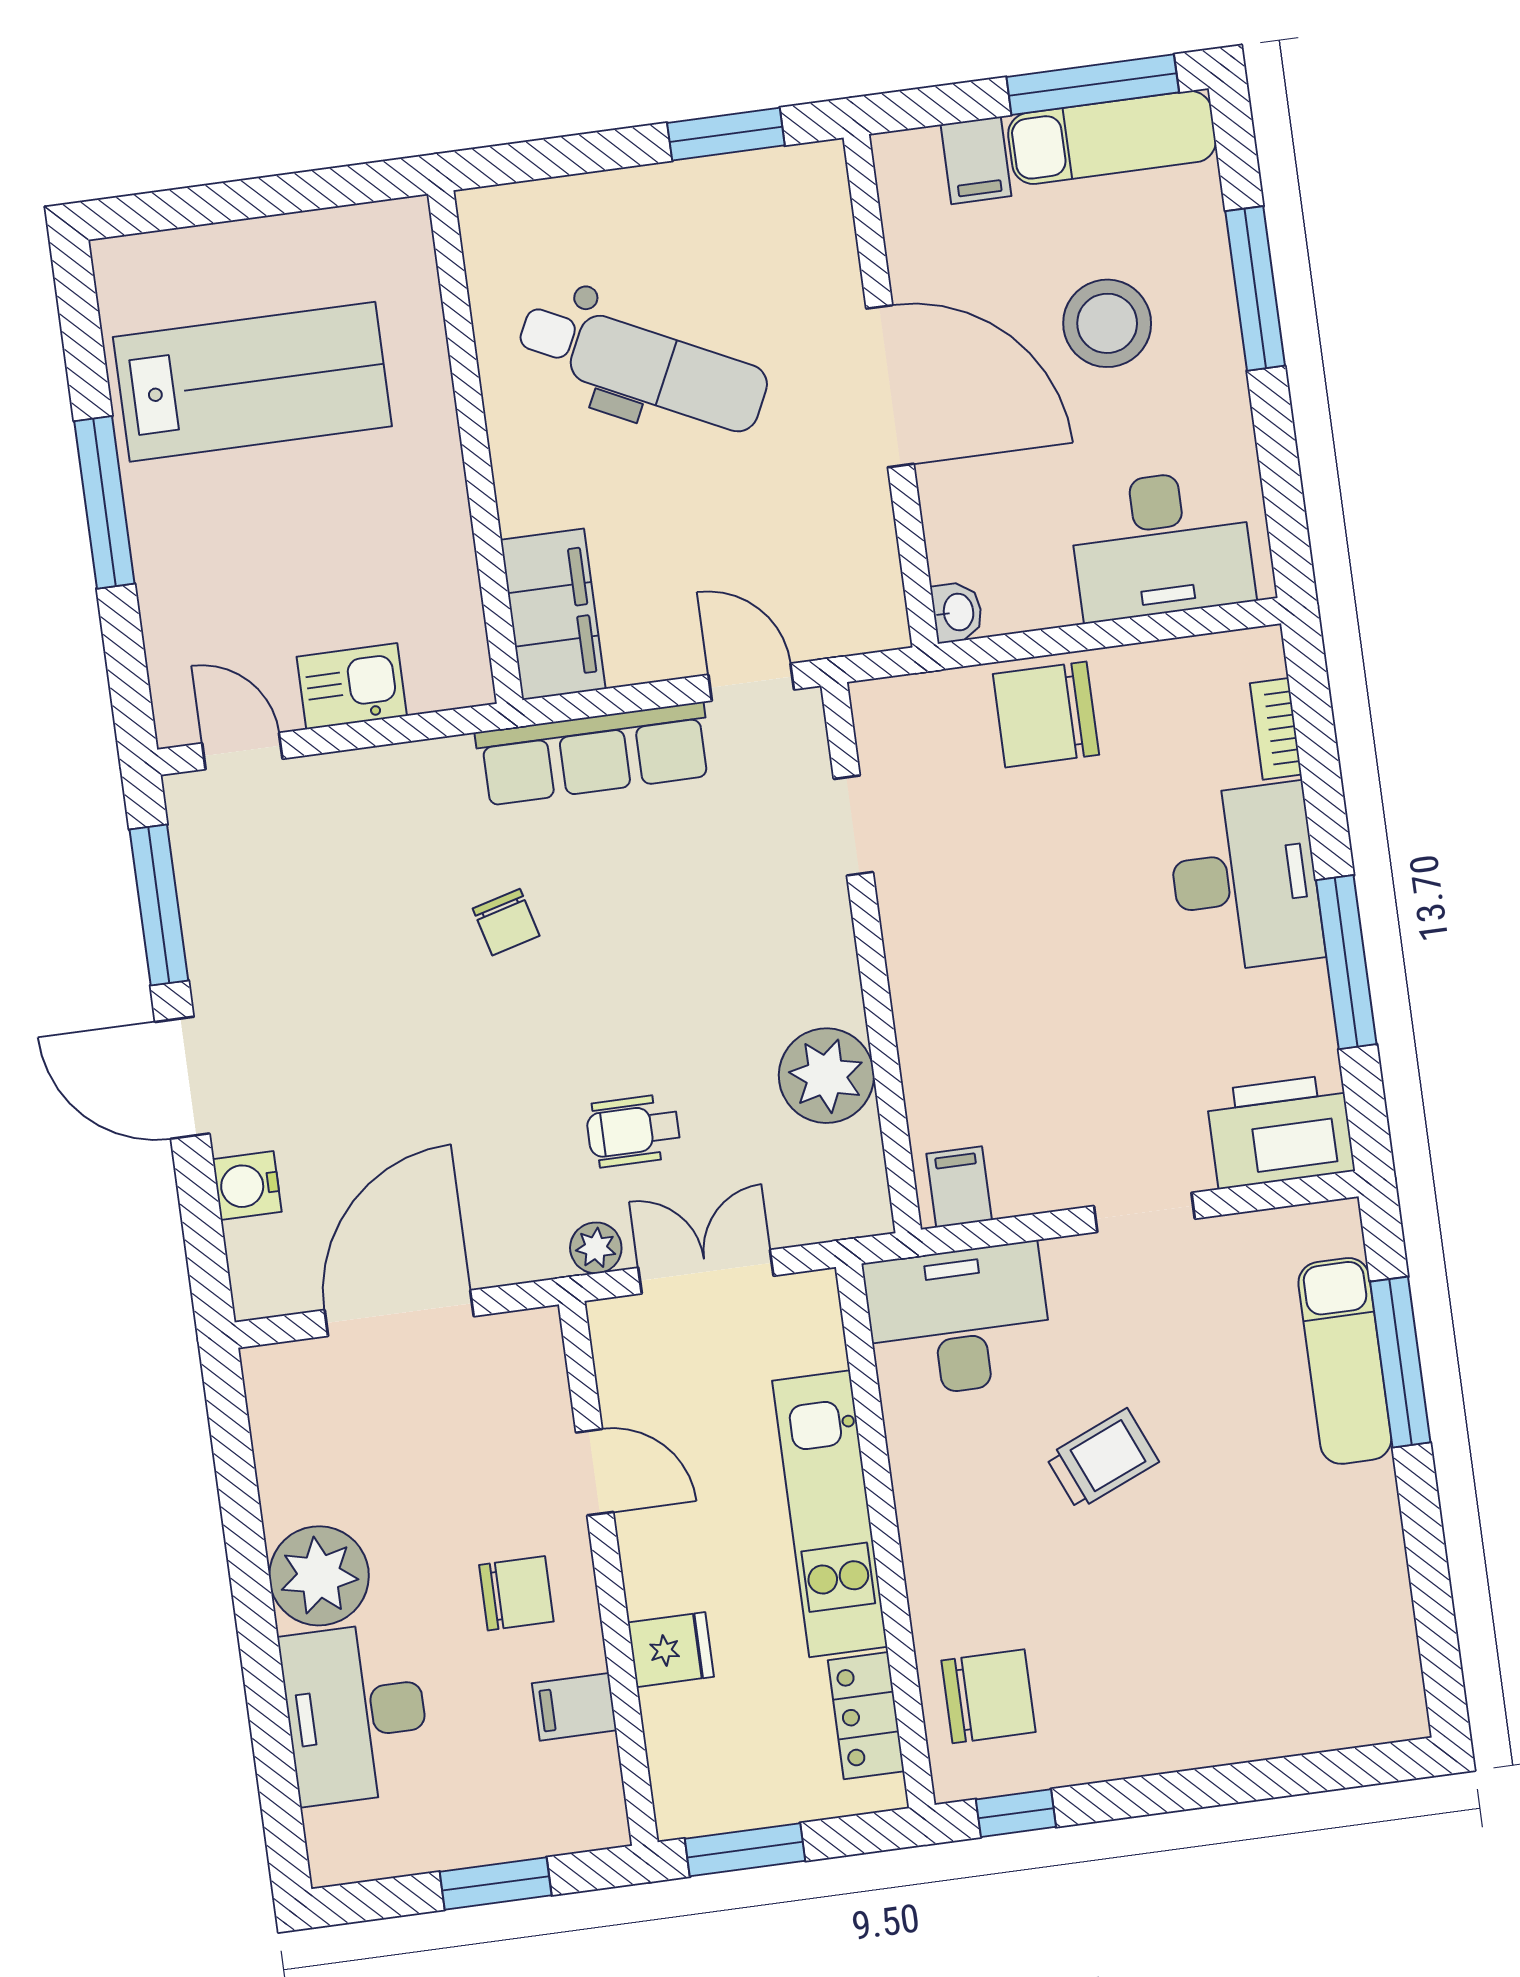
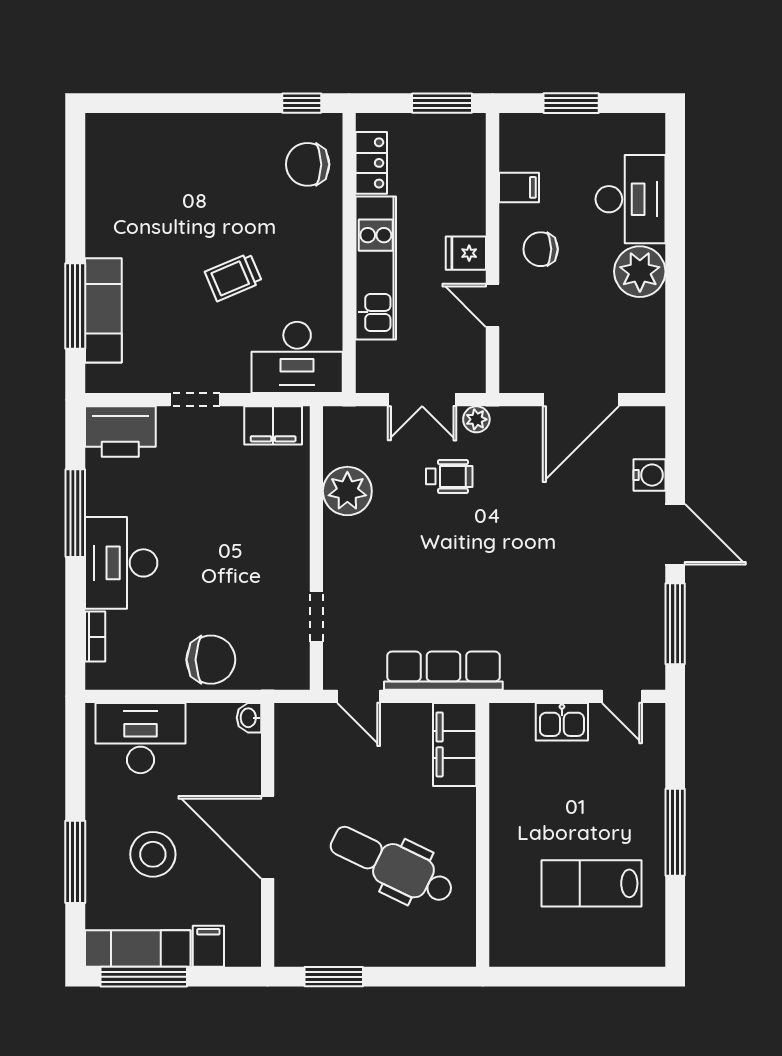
lab bench: (252, 382) -> (592, 883), width x0.73, depth x0.72
chair: (506, 922) -> (500, 591), removed
filing cabinet: (959, 1187) -> (273, 425), width x2.00
fridge: (671, 1650) -> (466, 253), moved

